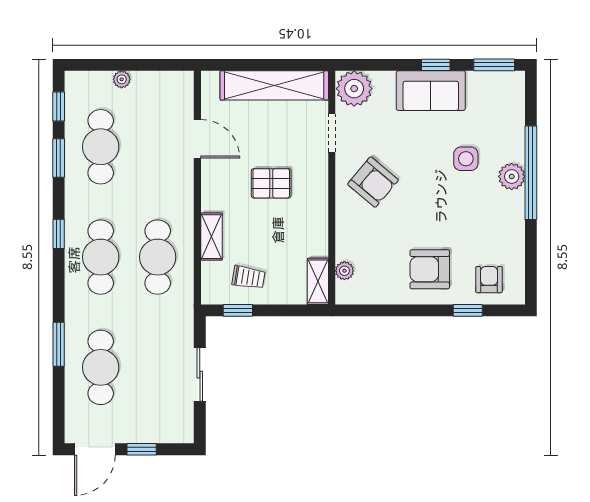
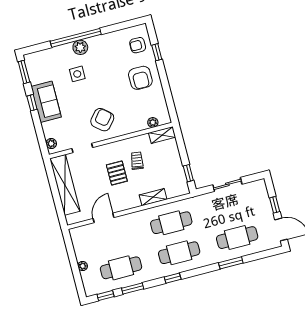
plant: (354, 89) -> (51, 144), width x0.53, depth x0.53
trolley: (248, 277) -> (137, 161), moved

